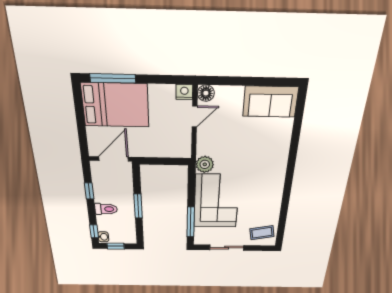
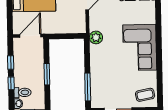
corner sofa: (216, 201) -> (140, 47), moved, turned 180
toilet: (106, 209) -> (23, 92), moved
window: (94, 231) -> (11, 83), moved

